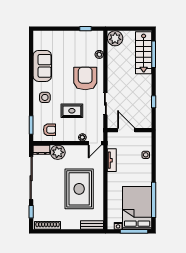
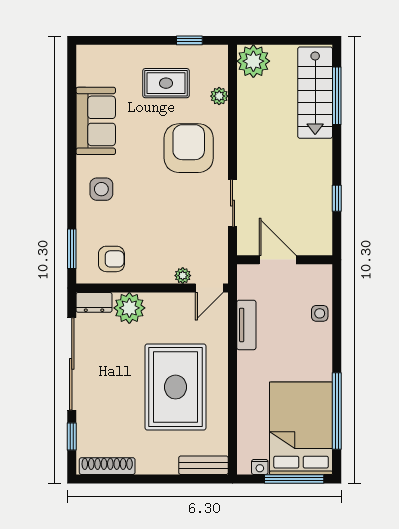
rug: (72, 111) -> (166, 83), moved

